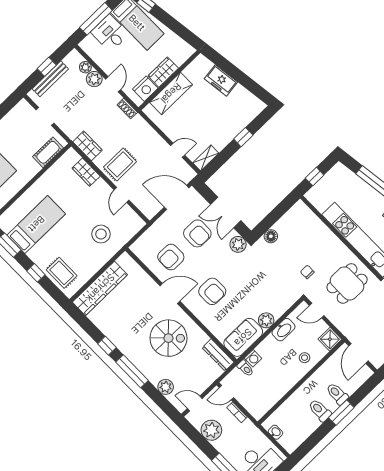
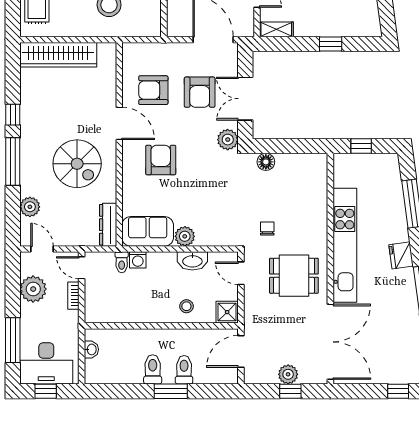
armchair: (212, 291) -> (161, 160), turned 180

